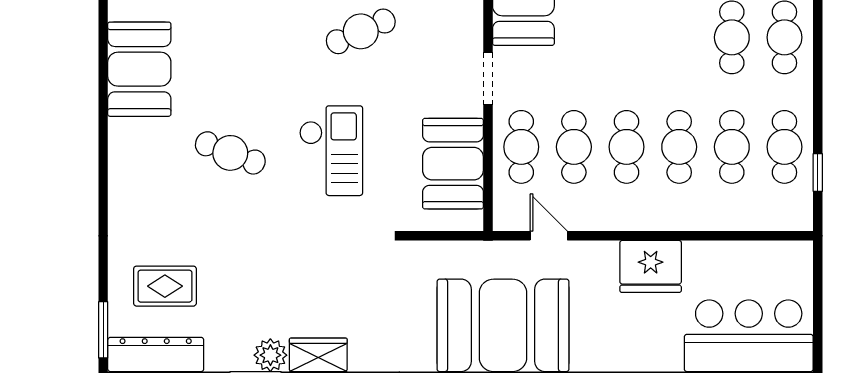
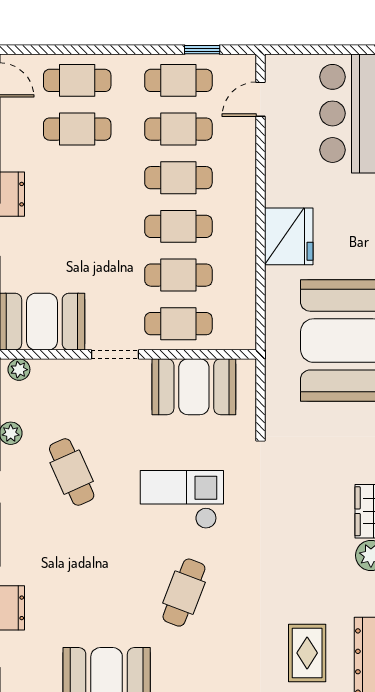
door: (549, 236) -> (260, 99), moved
fridge: (651, 266) -> (289, 236), moved

